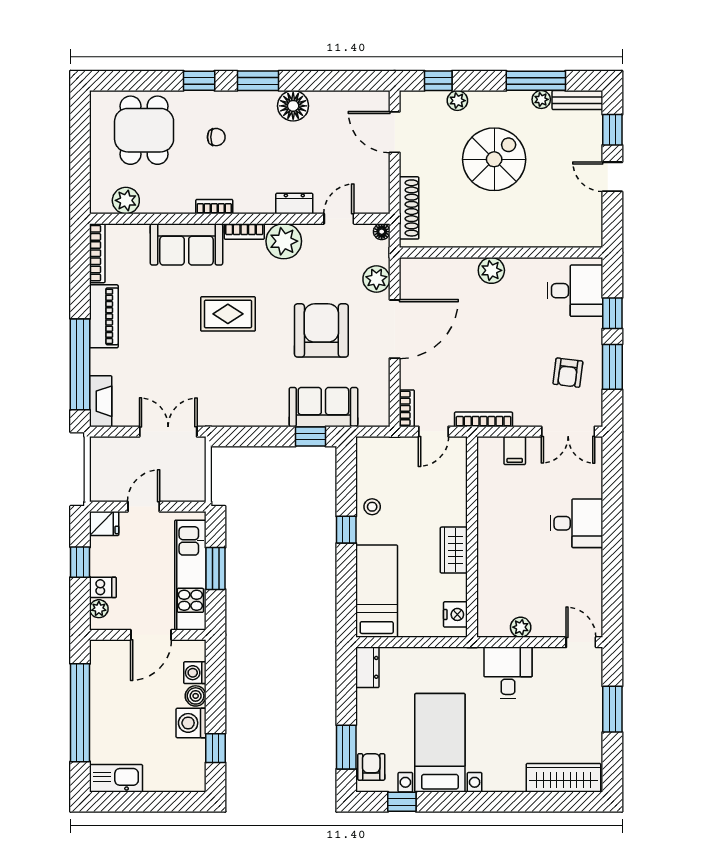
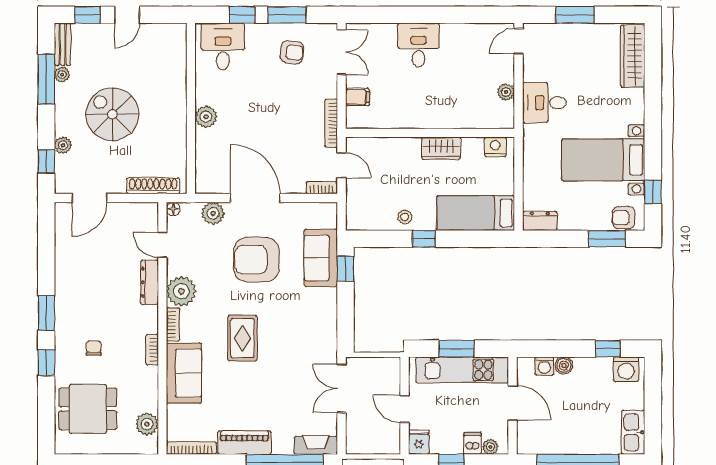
floor lamp: (293, 106) -> (67, 283), removed
dresser: (294, 204) -> (150, 282), width x1.44
washing machine: (191, 723) -> (626, 369), moved

